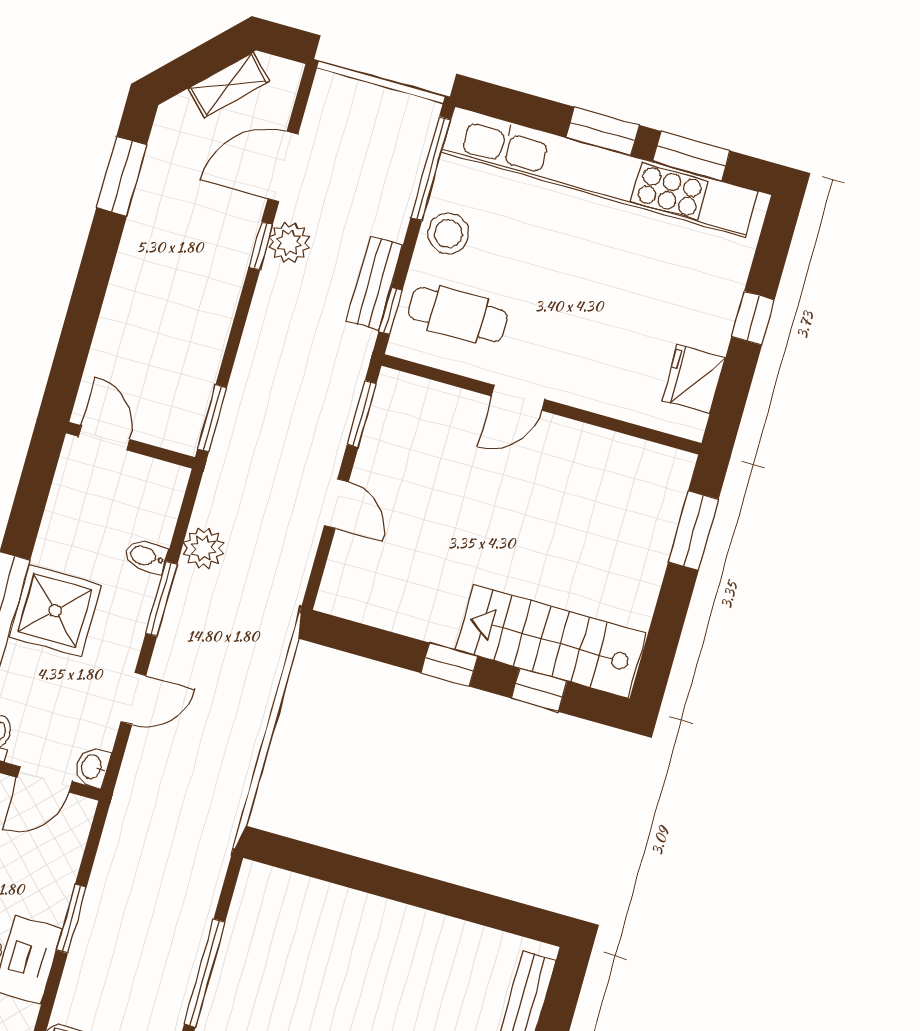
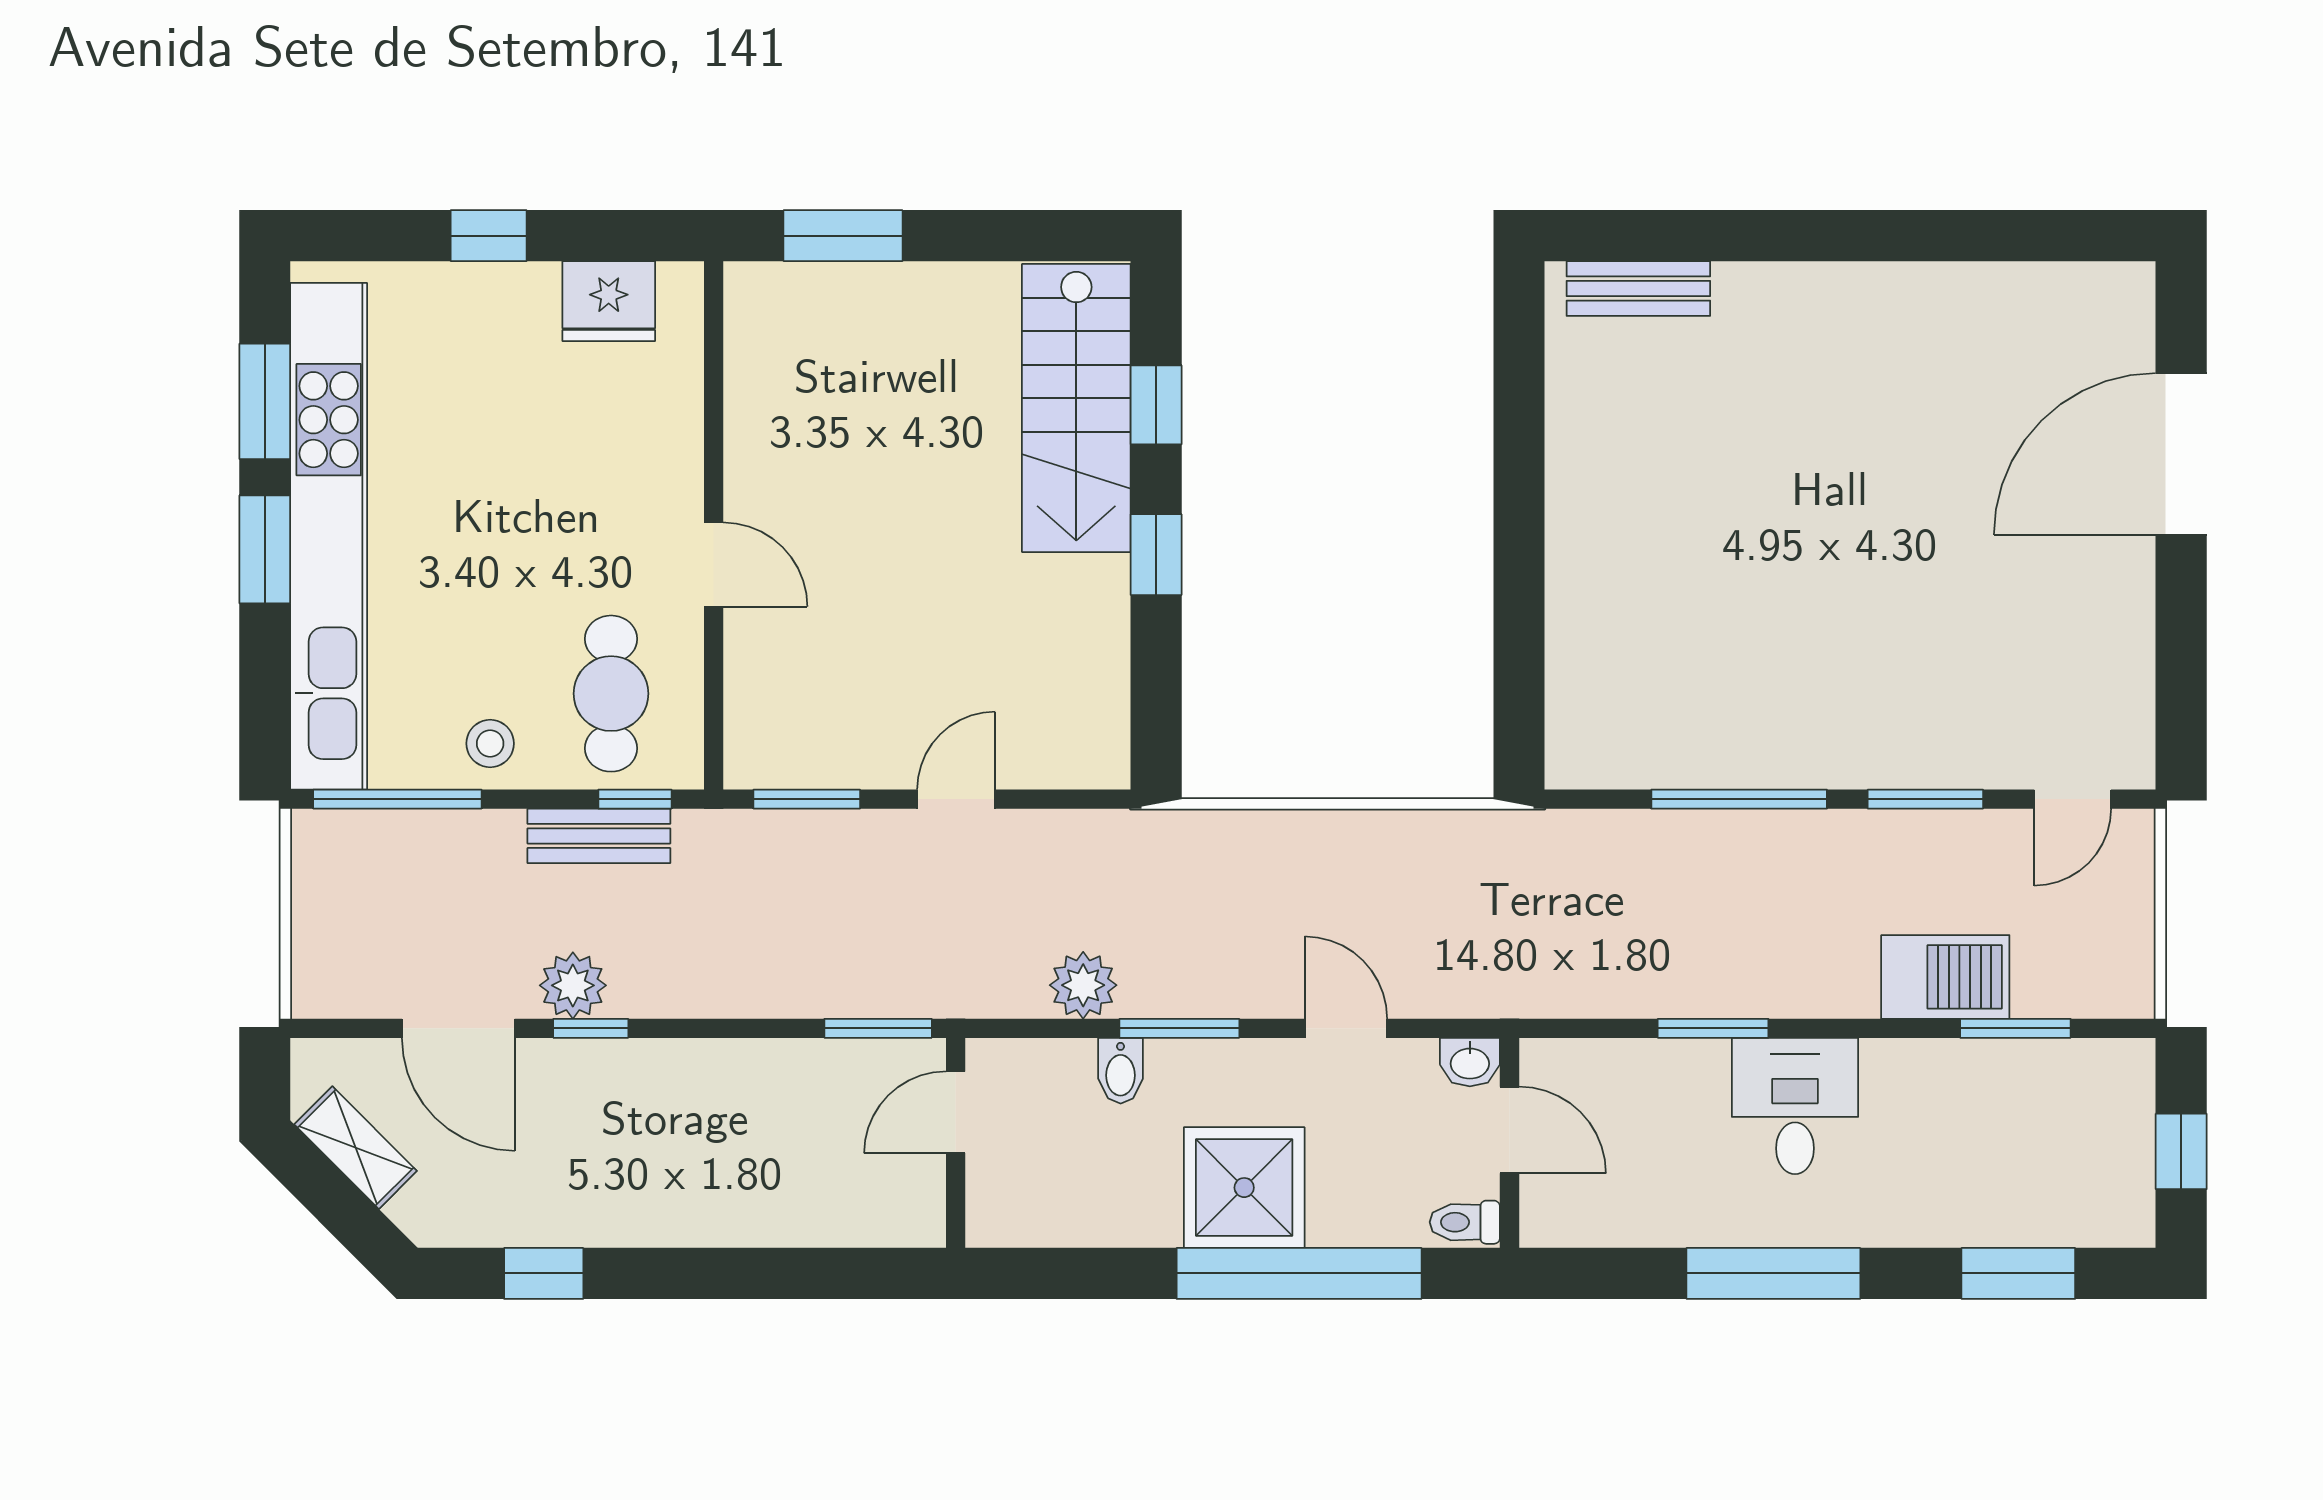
window: (122, 176) -> (544, 1273), width x0.67
stool: (448, 234) -> (490, 743), width x0.73, depth x0.73
door: (104, 438) -> (956, 1112), moved

